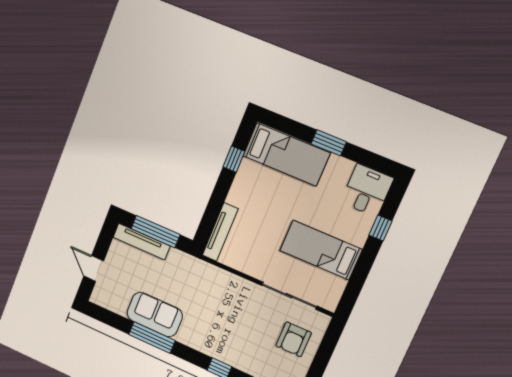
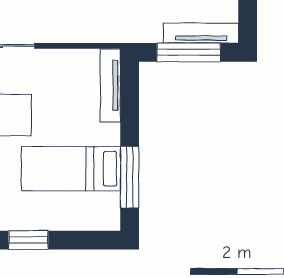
bed: (286, 154) -> (71, 169), moved
window: (234, 159) -> (130, 177), width x2.17

